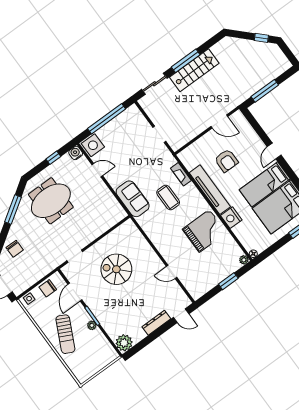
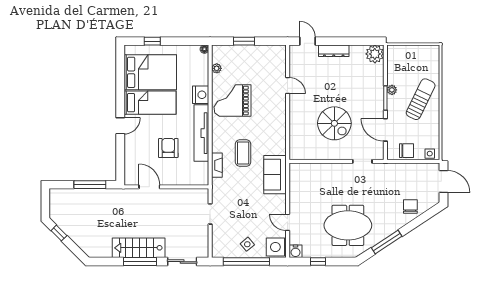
side table: (115, 132) -> (247, 244), added
plant: (244, 260) -> (217, 68), moved
door: (75, 292) -> (385, 130), swing flipped

